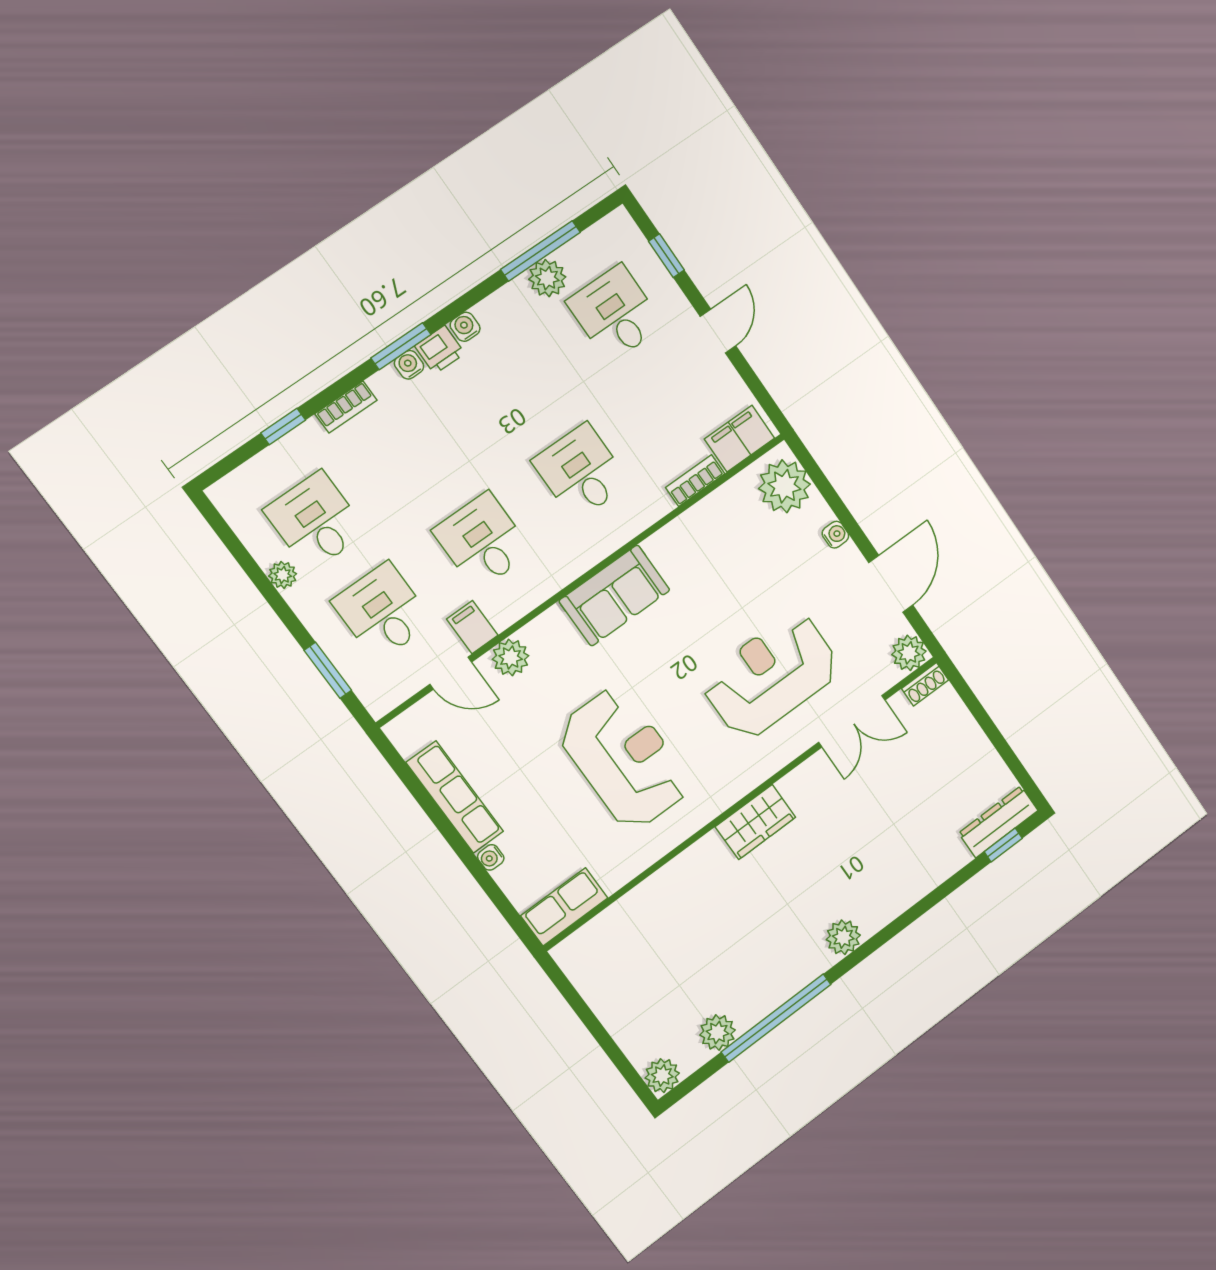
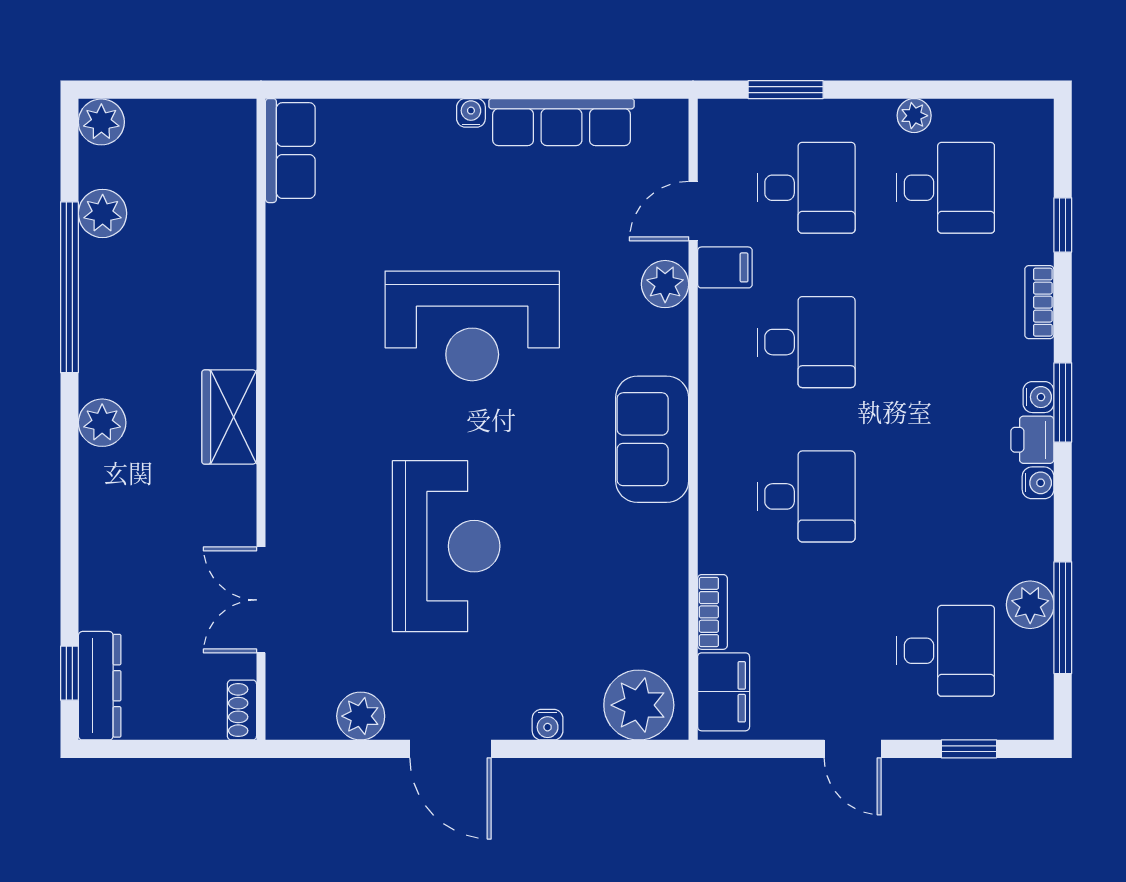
shoe rack: (925, 684) -> (242, 710), moved
double door: (852, 721) -> (261, 600), moved
wall: (743, 802) -> (261, 419), moved
wardrobe: (755, 822) -> (229, 417), moved
row of seats: (564, 907) -> (290, 151), moved

